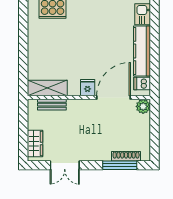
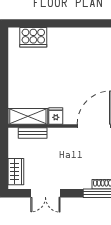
fridge: (88, 88) -> (56, 116), moved

